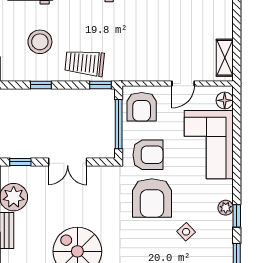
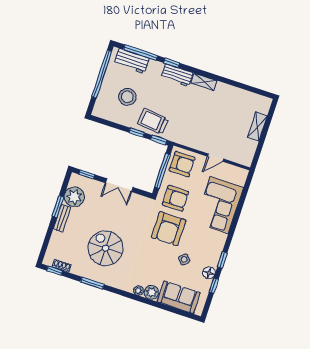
shelving: (225, 58) -> (257, 127), moved
window: (41, 85) -> (137, 133), moved
floor lamp: (225, 100) -> (209, 273), moved
armchair: (142, 107) -> (182, 164), turned -90
plant: (226, 208) -> (217, 252), removed

